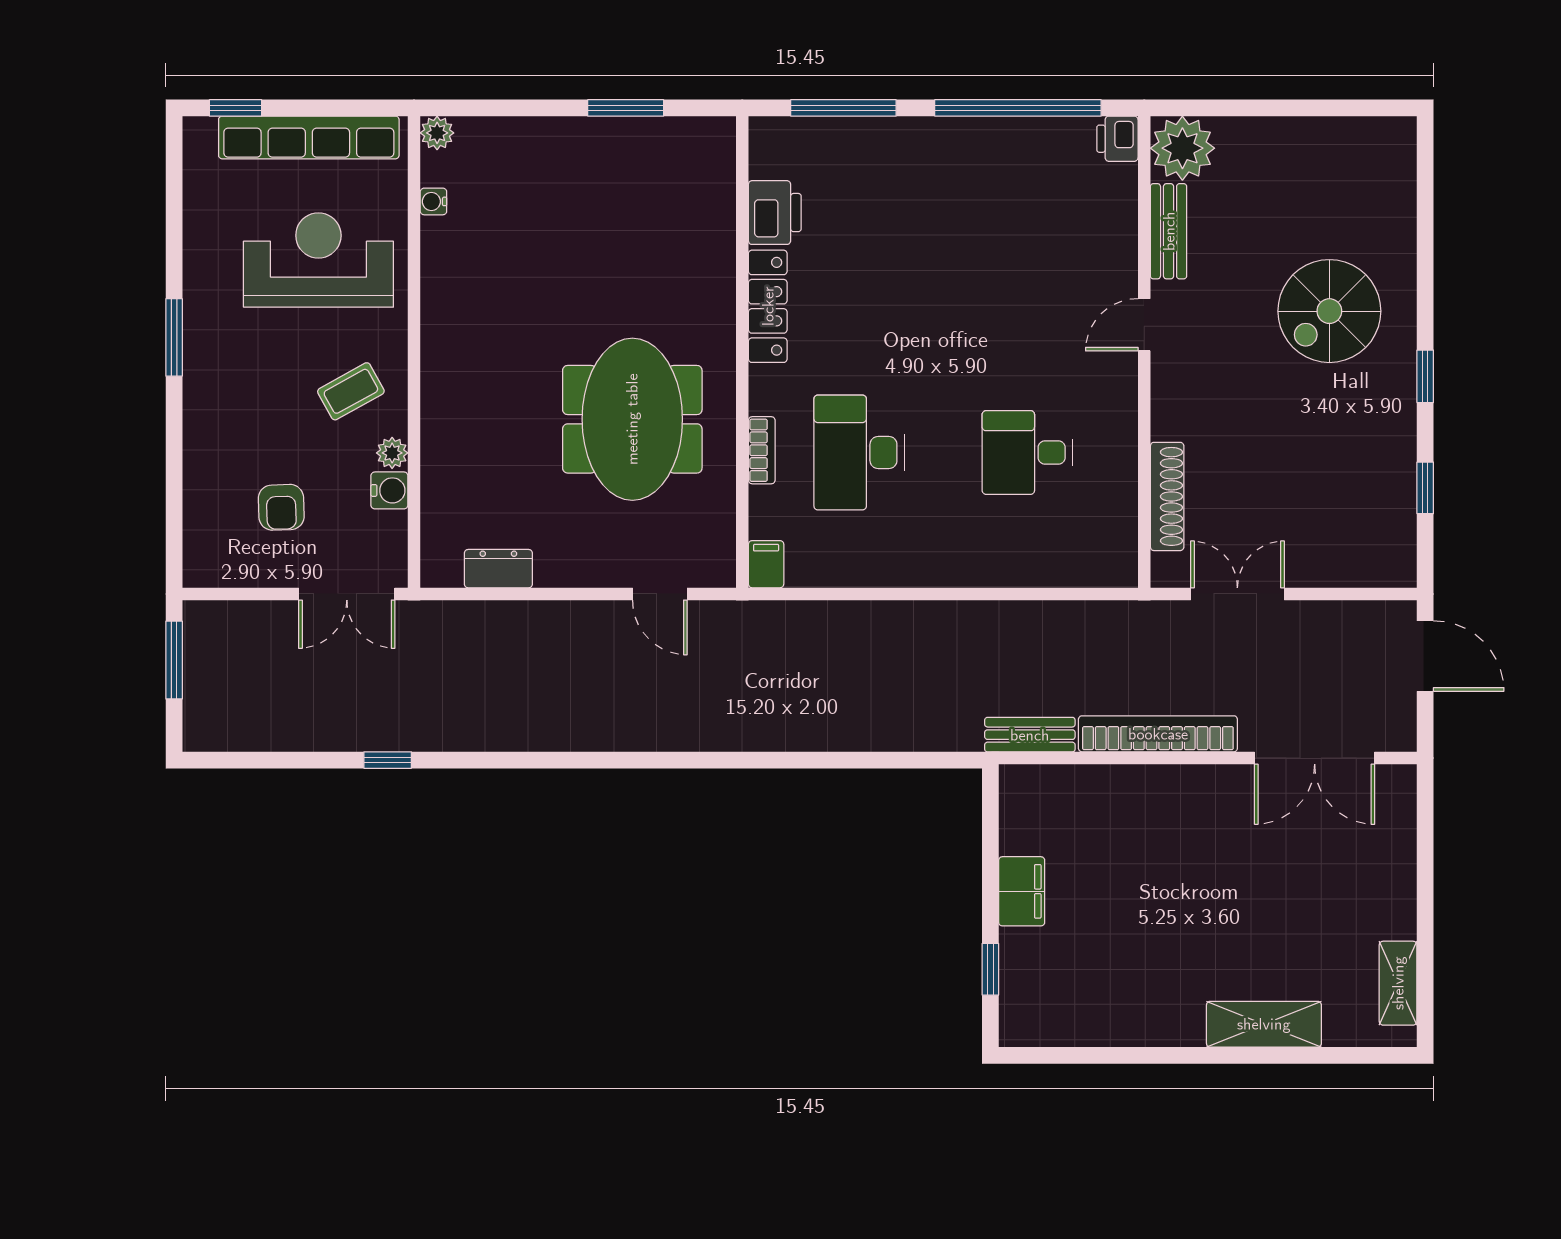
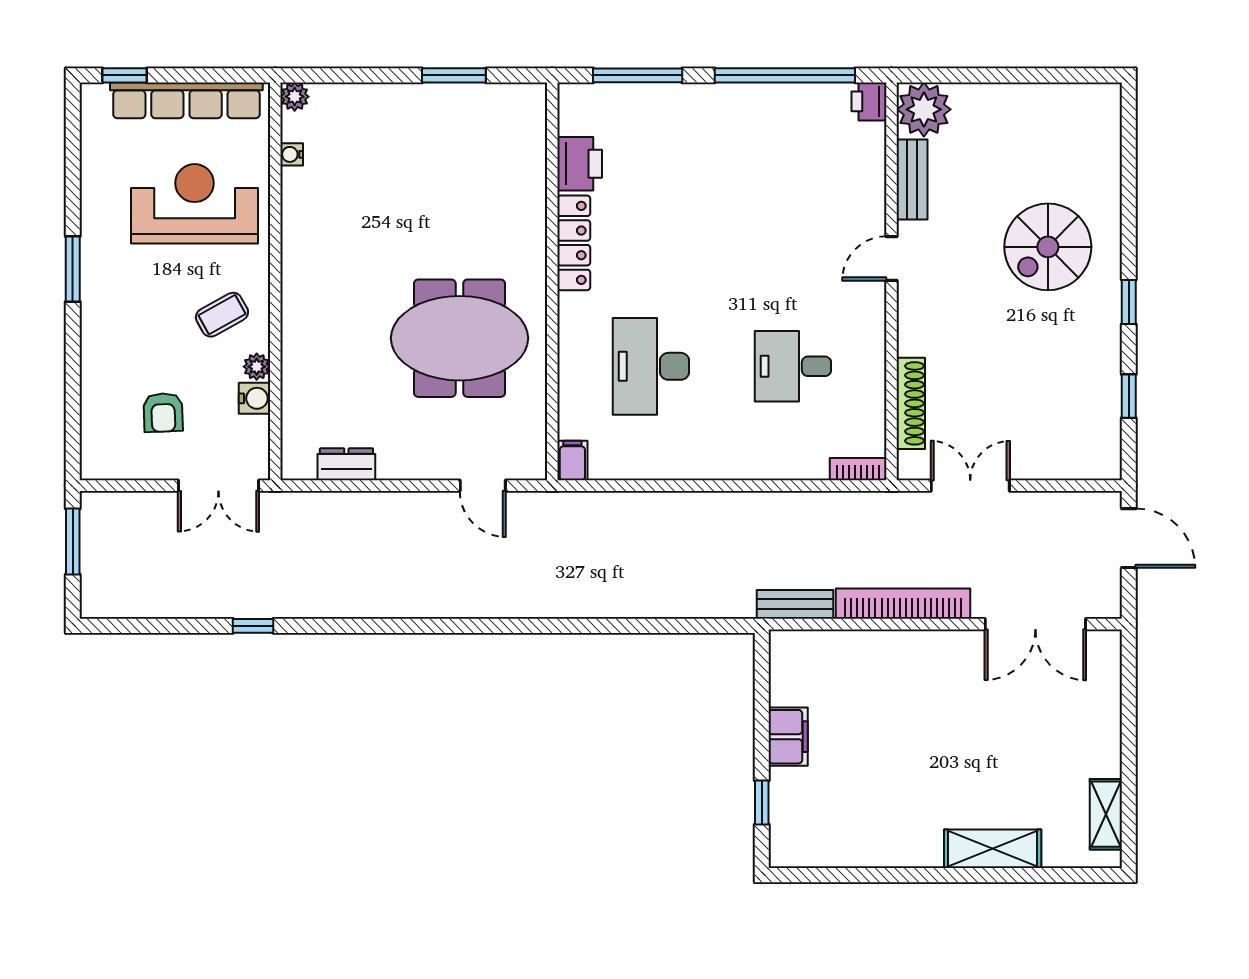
meeting table: (632, 419) -> (459, 338), turned 90
bookcase: (762, 450) -> (858, 469), moved, turned -90

